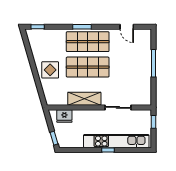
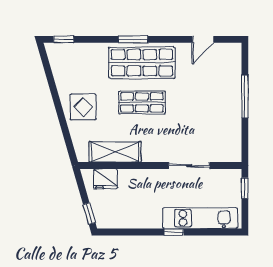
door: (127, 27) -> (203, 39), hinge flipped
shop shelf: (88, 67) -> (142, 102), width x0.70, depth x0.74
shelving: (84, 99) -> (115, 152), moved
kitchen unit: (116, 141) -> (200, 218), width x0.73

